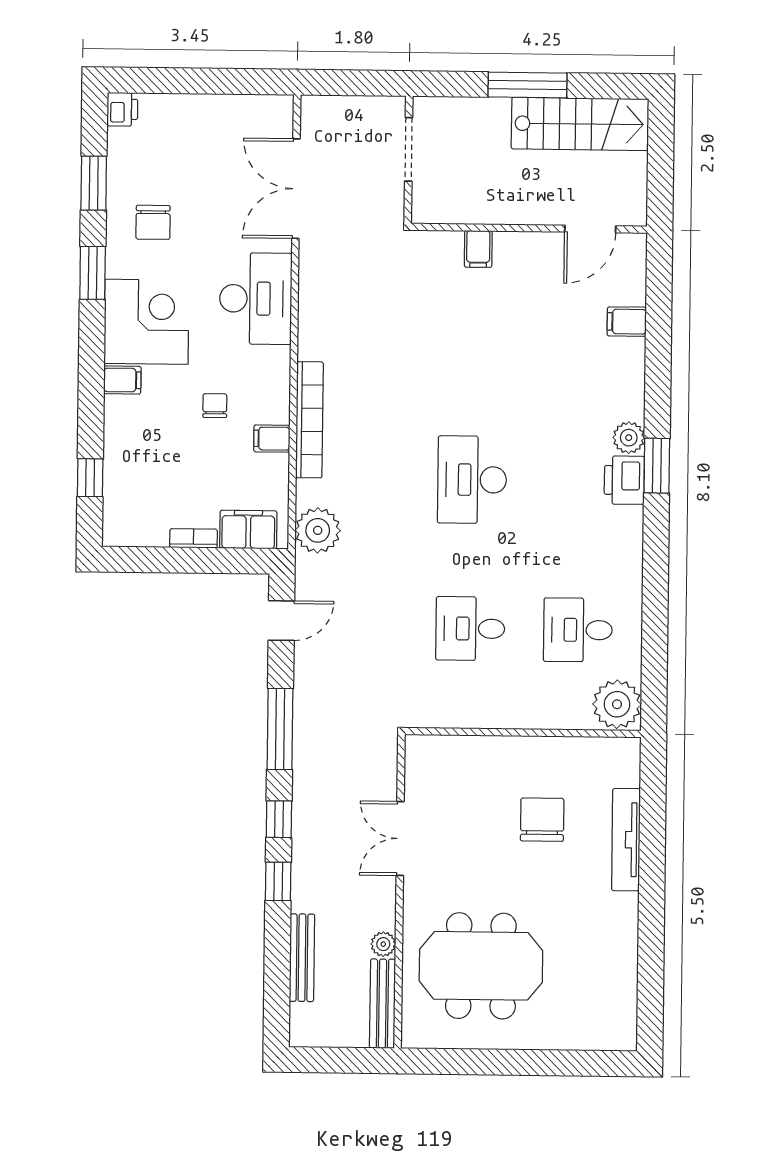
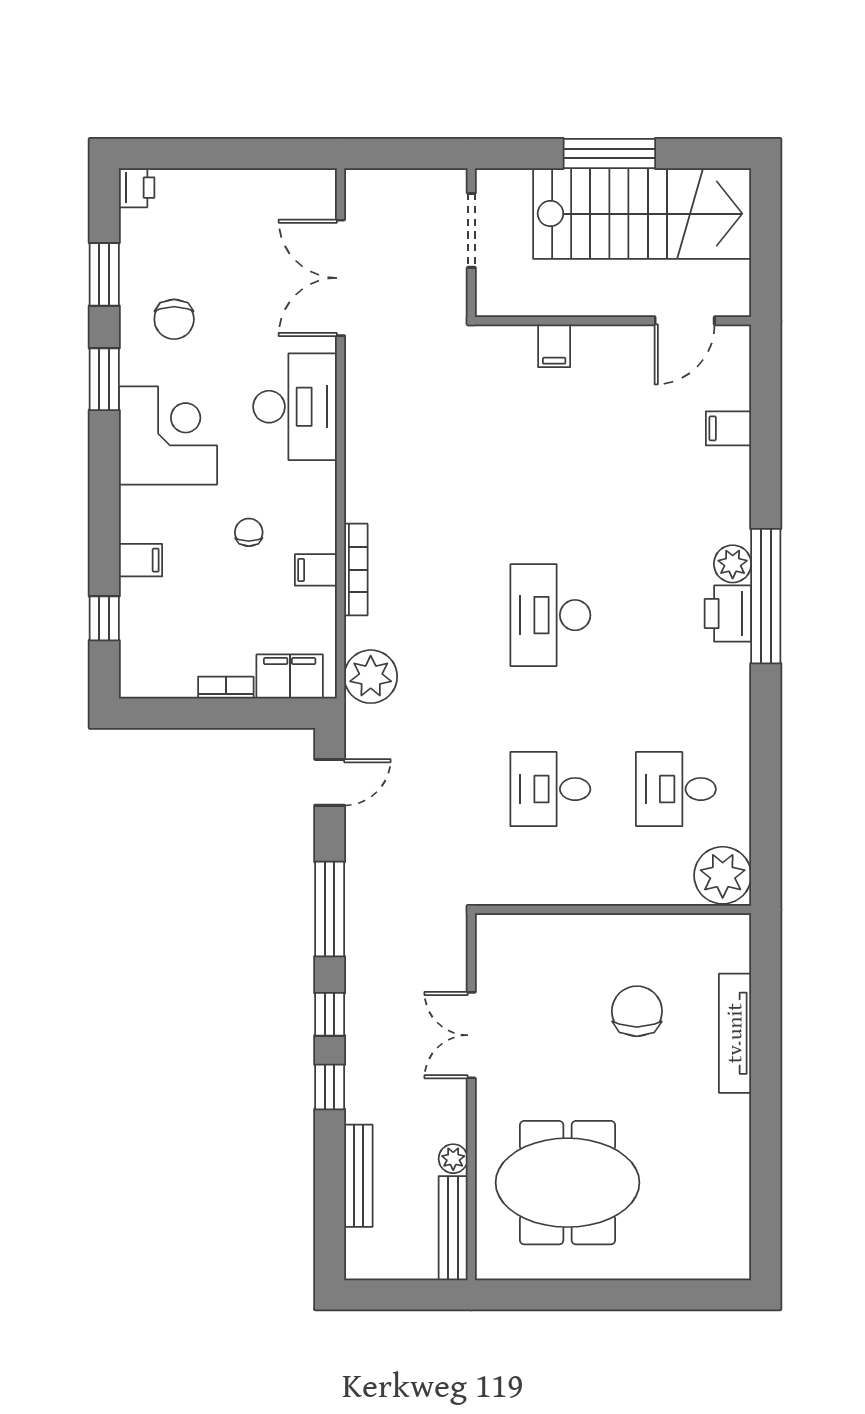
stairs: (580, 124) -> (642, 214), width x1.36, depth x1.51
filing cabinet: (122, 380) -> (140, 560), moved
bookcase: (309, 420) -> (356, 570), width x0.68, depth x0.76
window: (657, 466) -> (766, 596), width x2.11

